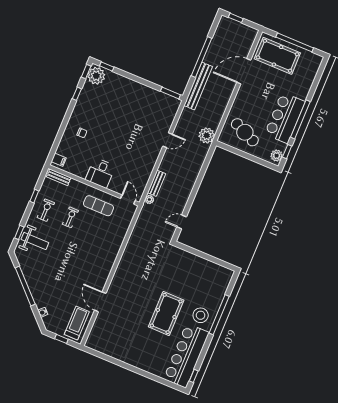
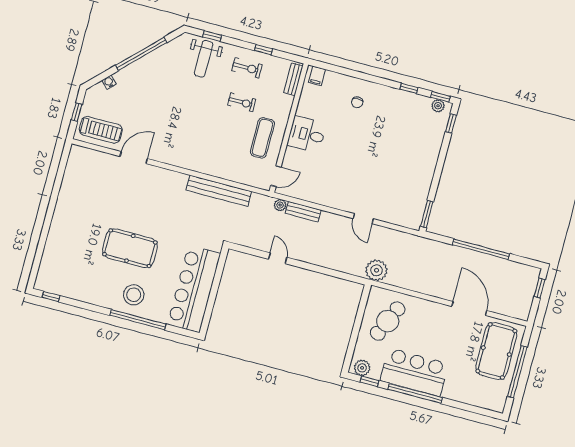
plant: (96, 76) -> (438, 106), width x0.53, depth x0.53
bench: (198, 86) -> (219, 191), moved
door: (182, 222) -> (278, 258), moved
bar counter: (186, 356) -> (194, 289), moved, turned -90

